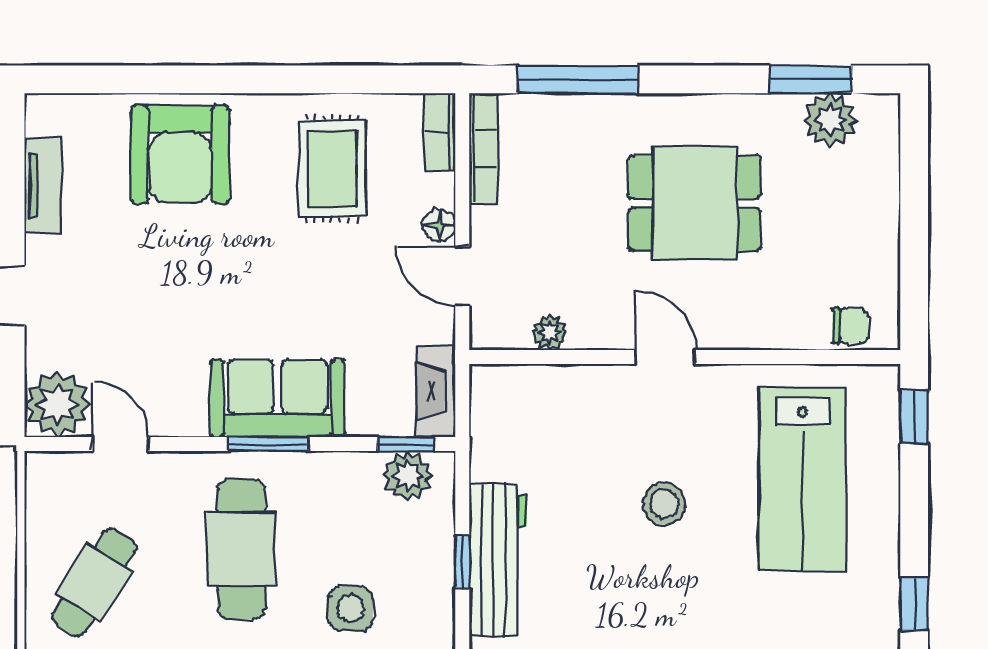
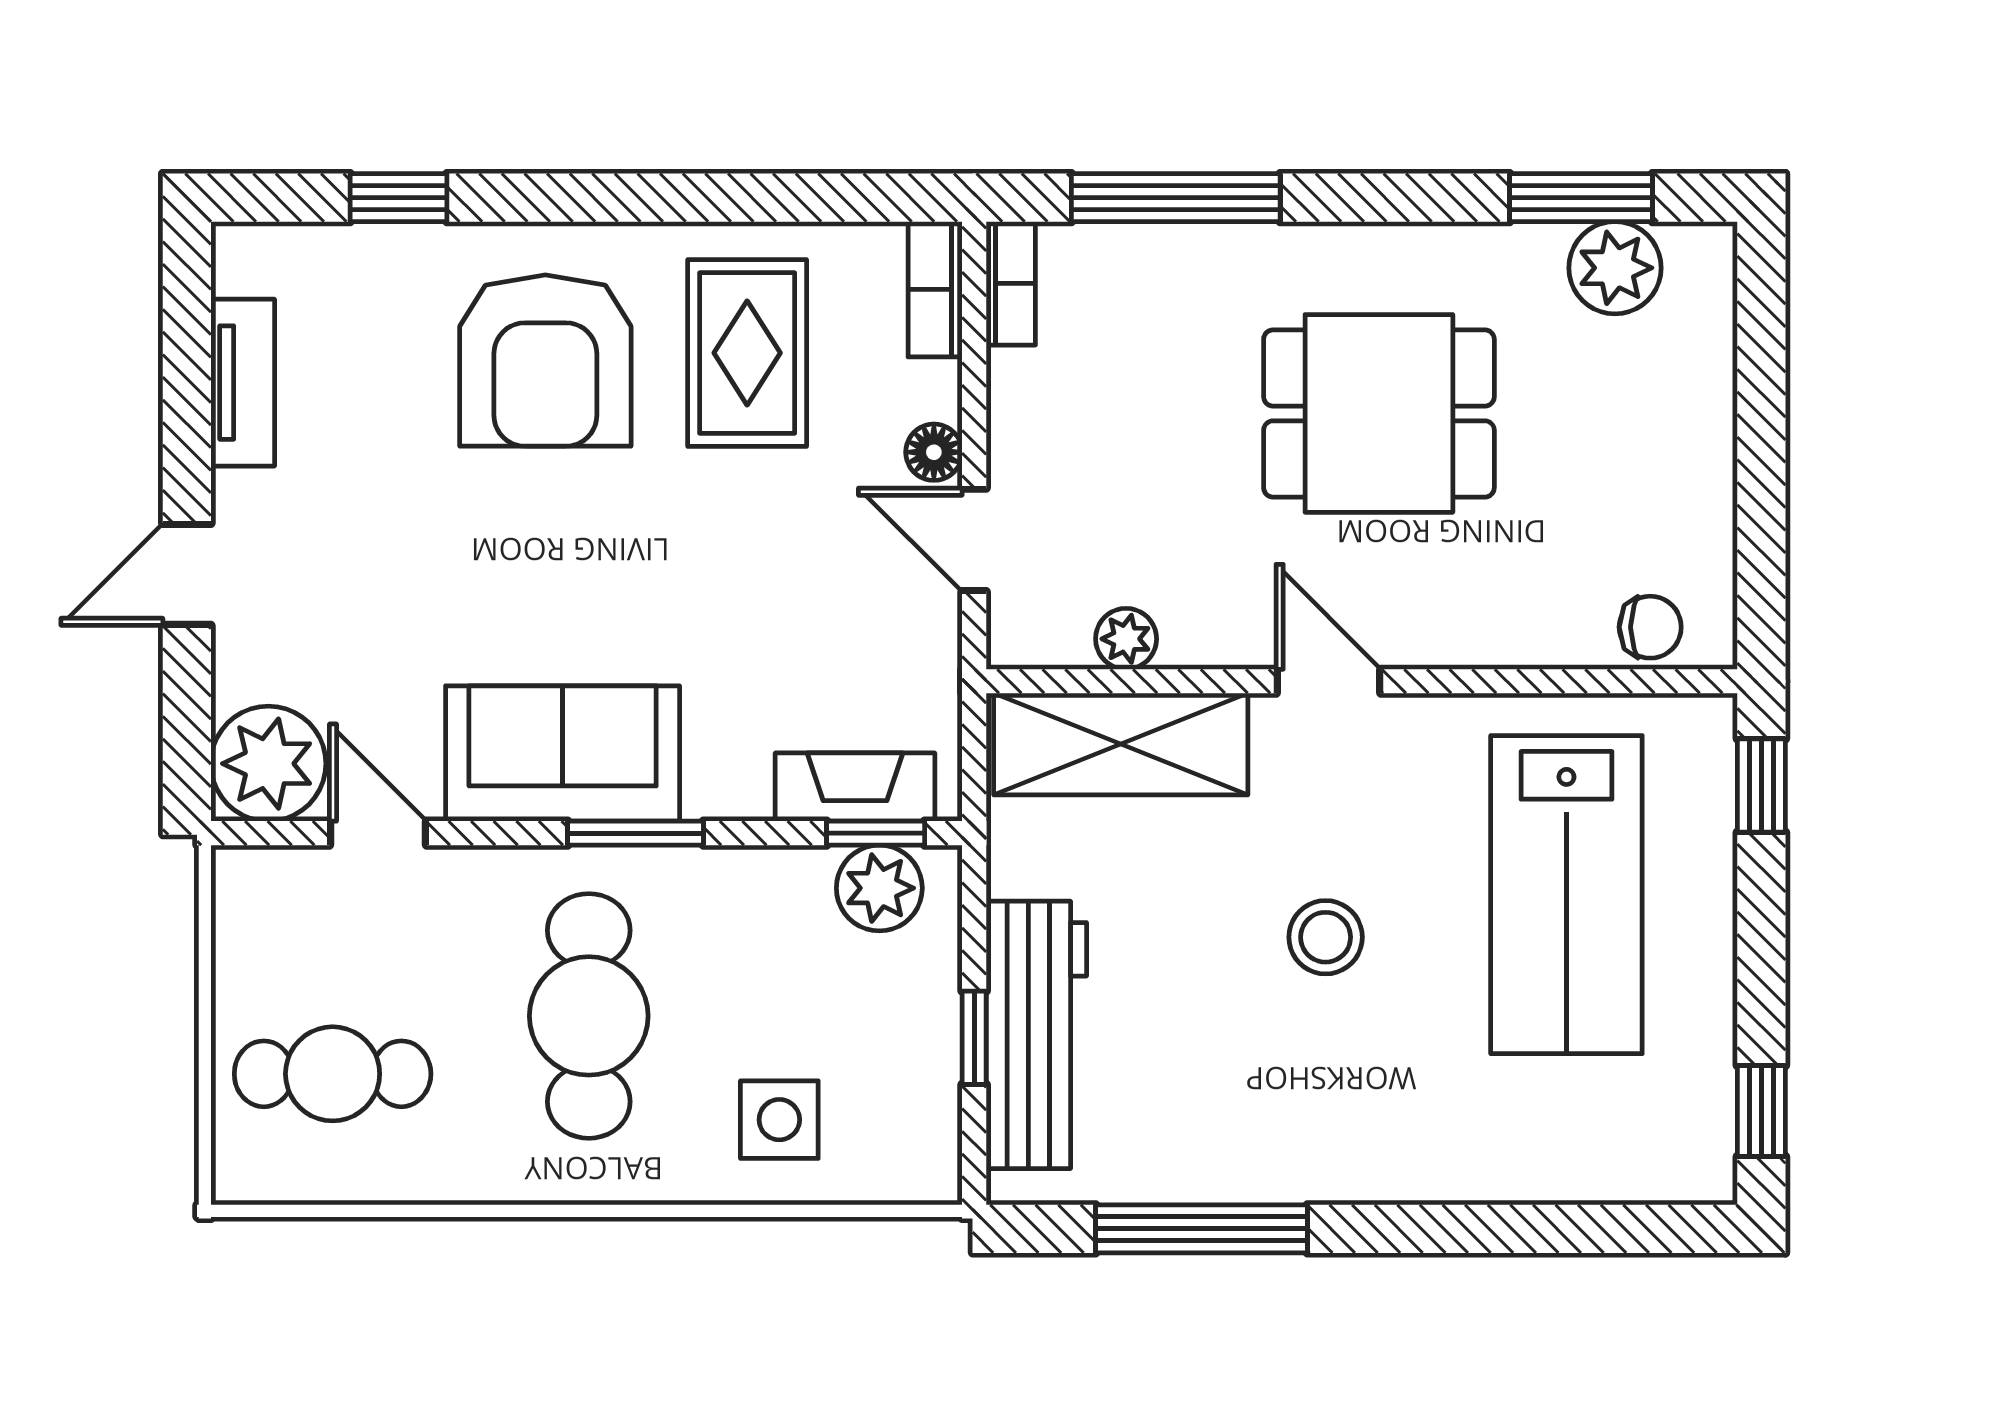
window: (132, 79) -> (399, 198), added
bookcase: (483, 149) -> (1011, 283), width x0.64
armchair: (180, 154) -> (545, 361), moved
fireplace: (436, 391) -> (855, 787), moved, turned 90
shelving: (546, 393) -> (1121, 744), added
sofa: (277, 398) -> (563, 753), moved
cafe table: (94, 582) -> (333, 1074), turned 58

